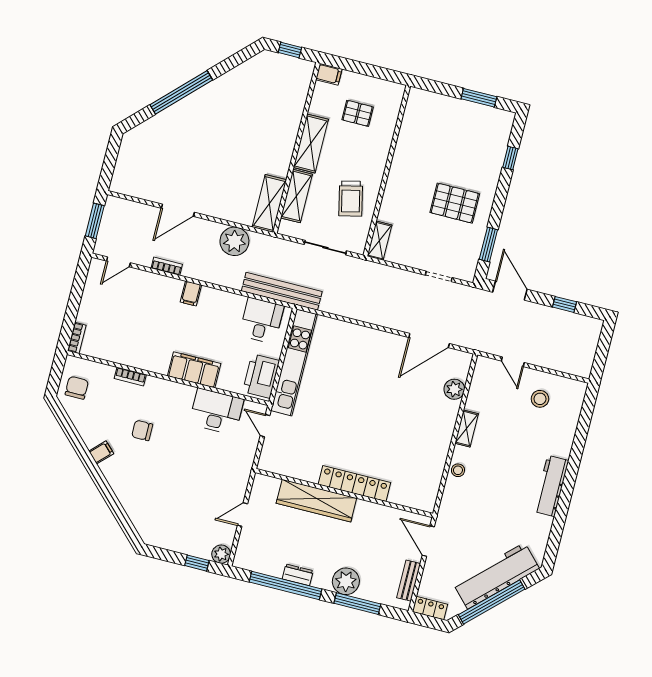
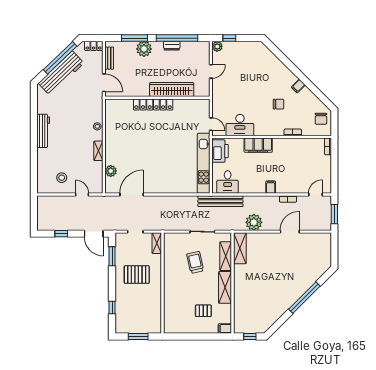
wall: (387, 171) -> (163, 283), moved
shelving: (379, 241) -> (157, 243), moved

